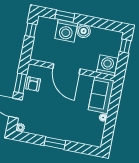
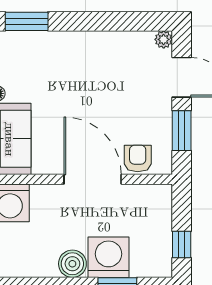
armchair: (33, 84) -> (138, 158), moved
window: (55, 143) -> (27, 21), moved

